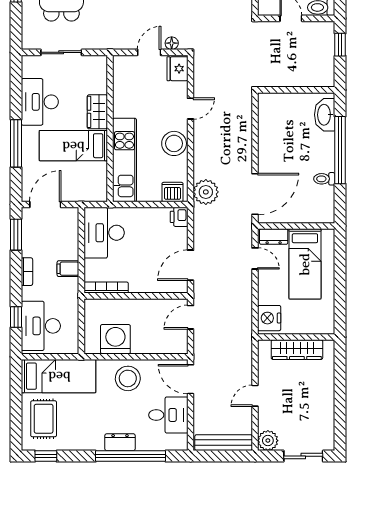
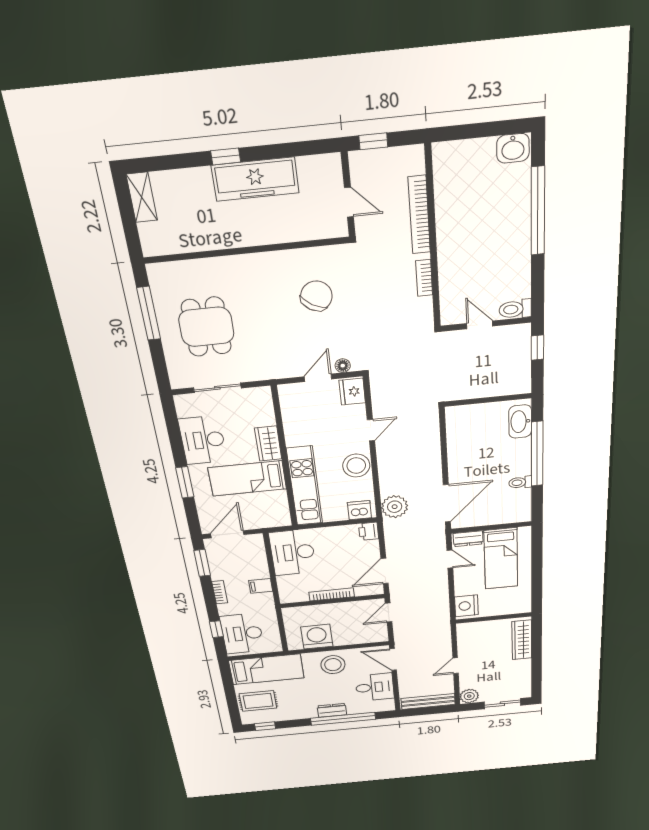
window: (16, 143) -> (185, 482), width x0.69
bookcase: (106, 287) -> (332, 594), moved
wardrobe: (297, 350) -> (522, 640), moved, turned 90
rug: (44, 419) -> (258, 701), turned 90

